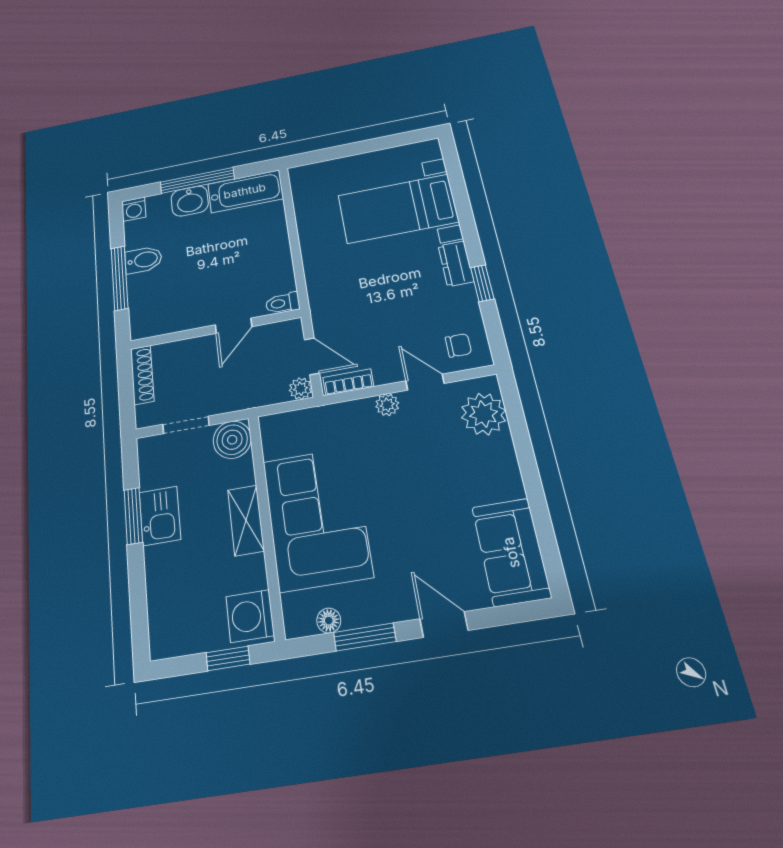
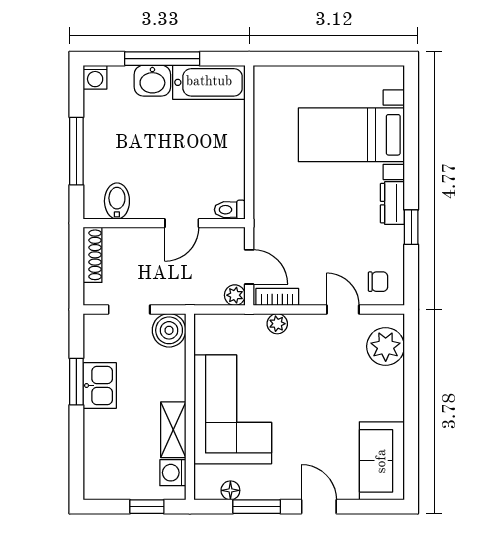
bidet: (143, 260) -> (117, 201), moved, turned -90
plant: (387, 405) -> (277, 324), moved
shelving: (246, 520) -> (173, 430), moved
washing machine: (250, 616) -> (173, 473), width x0.73, depth x0.73

